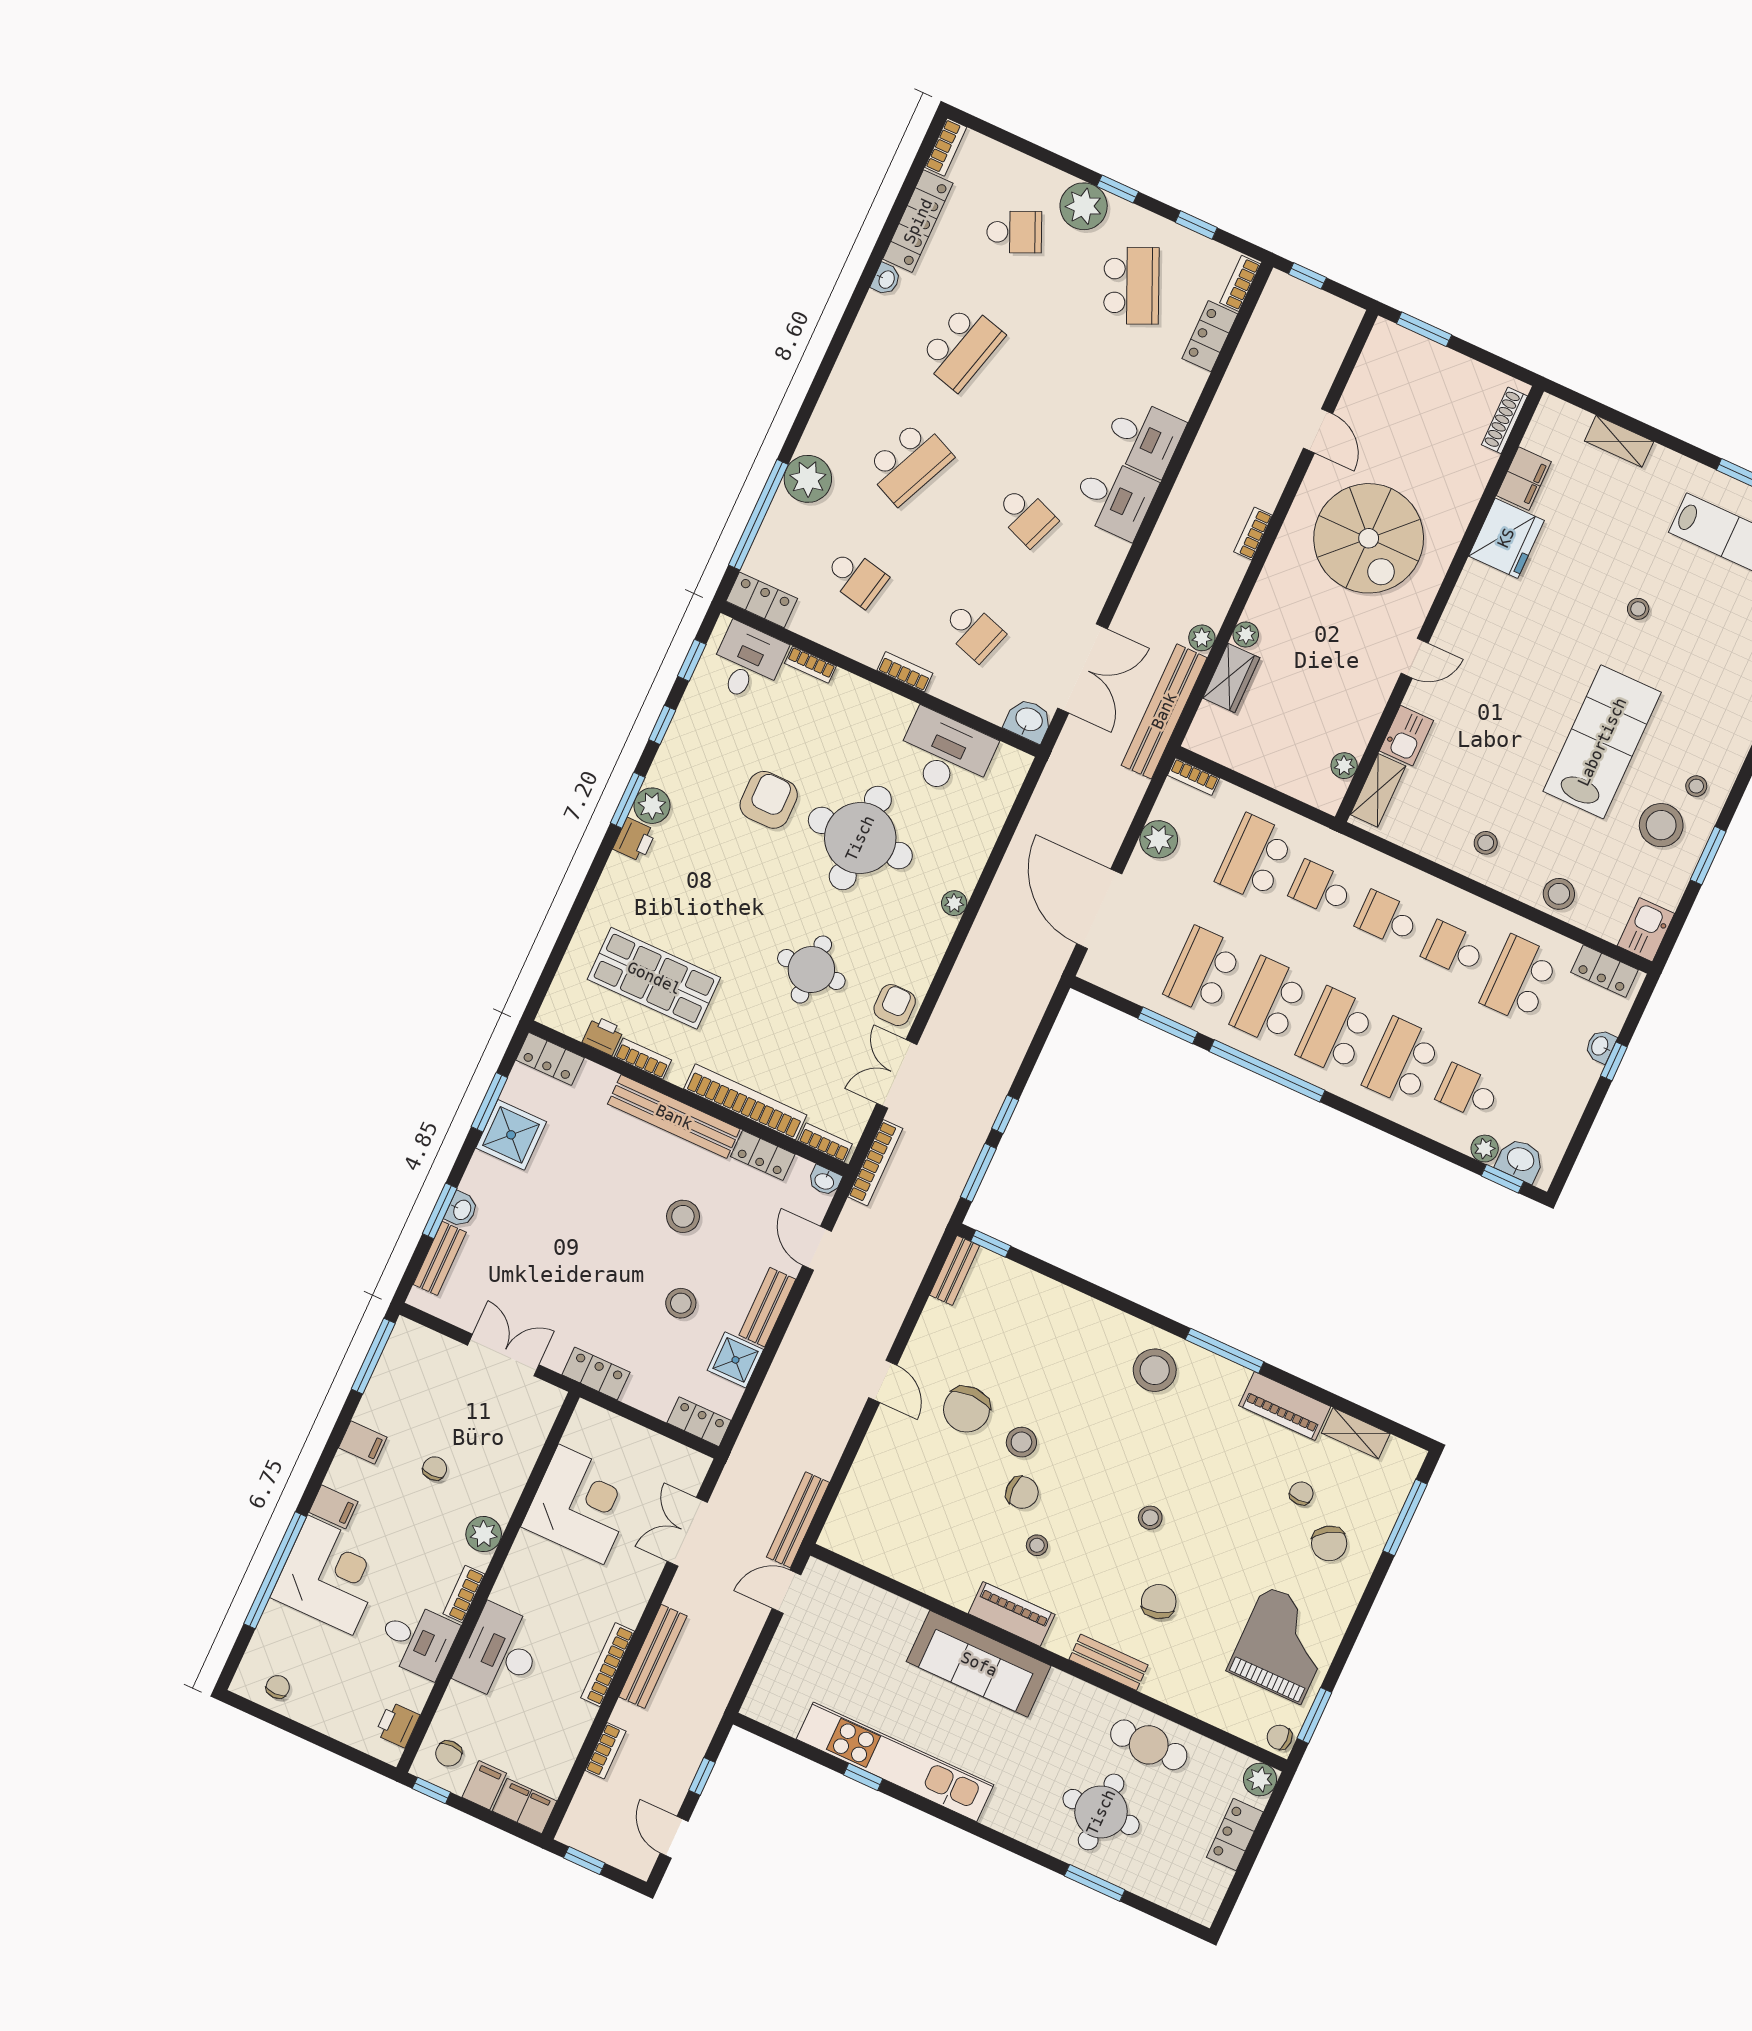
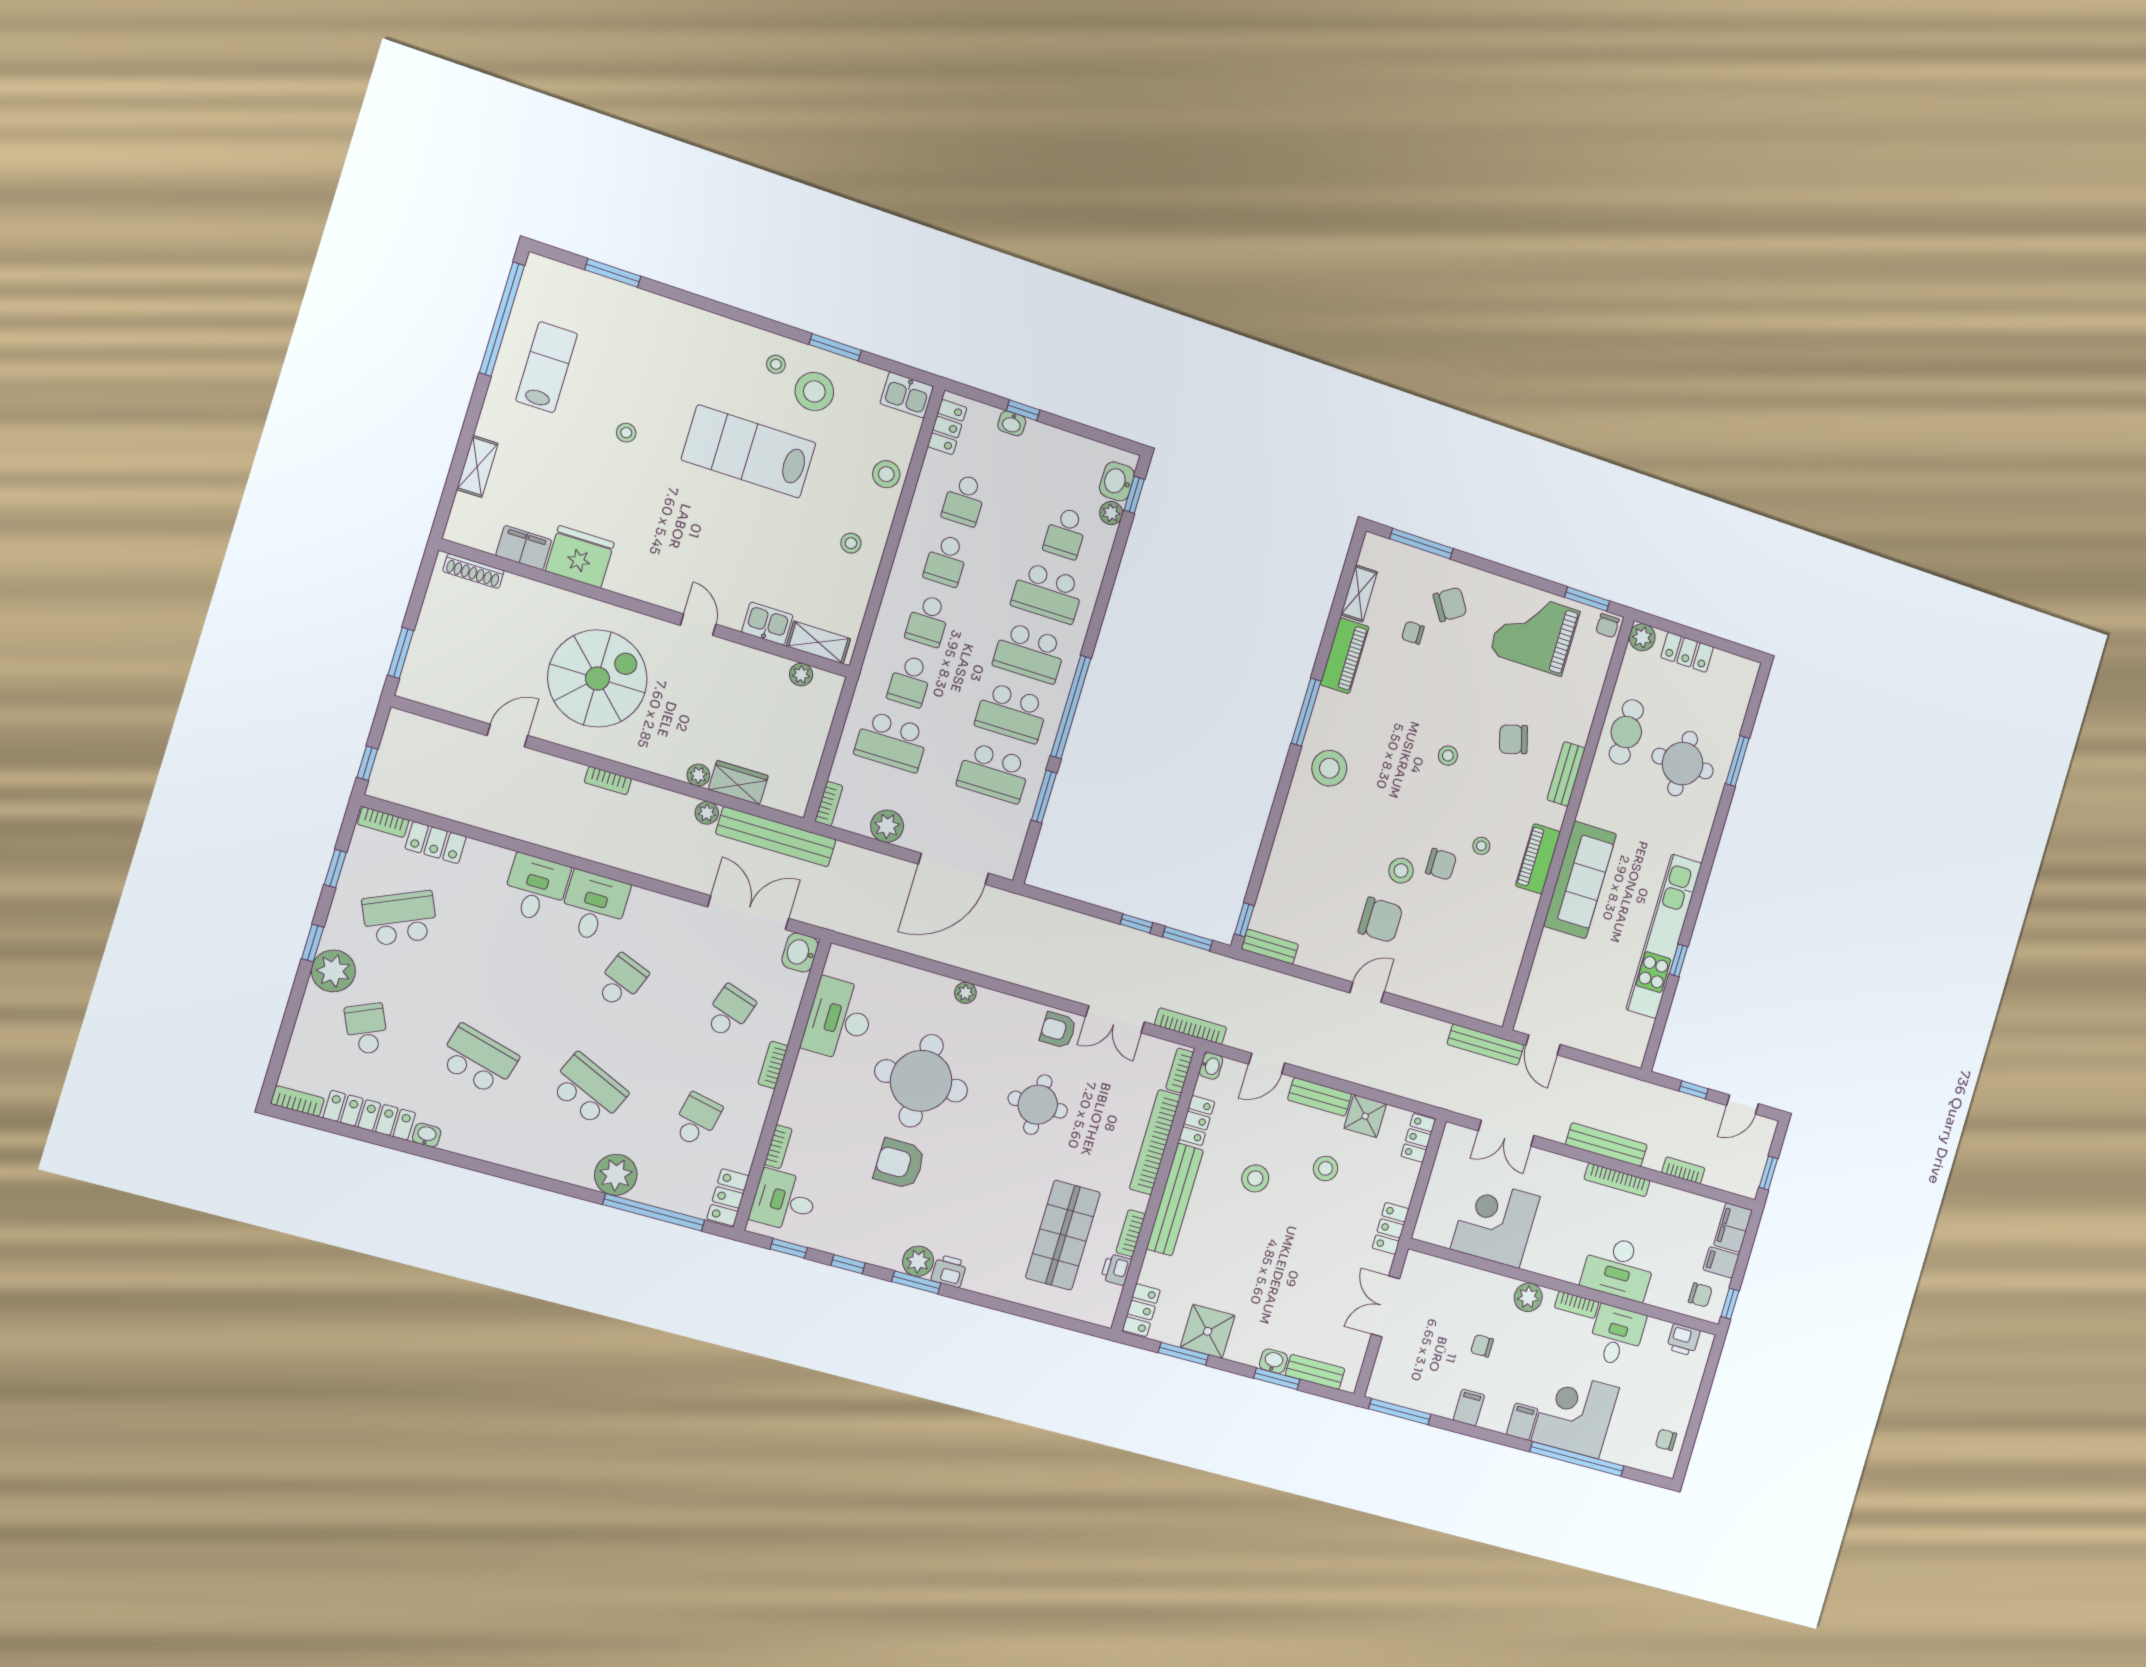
school desk: (1519, 979) -> (964, 500), width x0.54
chair: (1022, 1492) -> (1441, 864), turned 90

